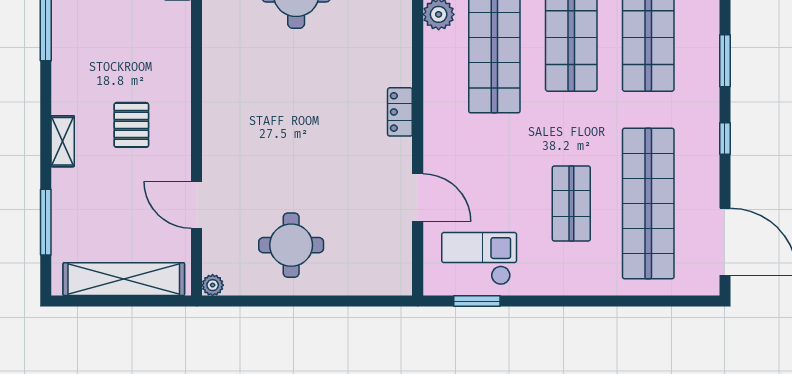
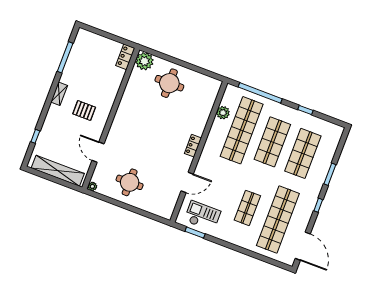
pallet: (131, 125) -> (84, 111), turned 90
shelving: (63, 141) -> (59, 94), moved
door: (418, 197) -> (187, 182), hinge flipped
window: (46, 222) -> (35, 136), width x0.46

